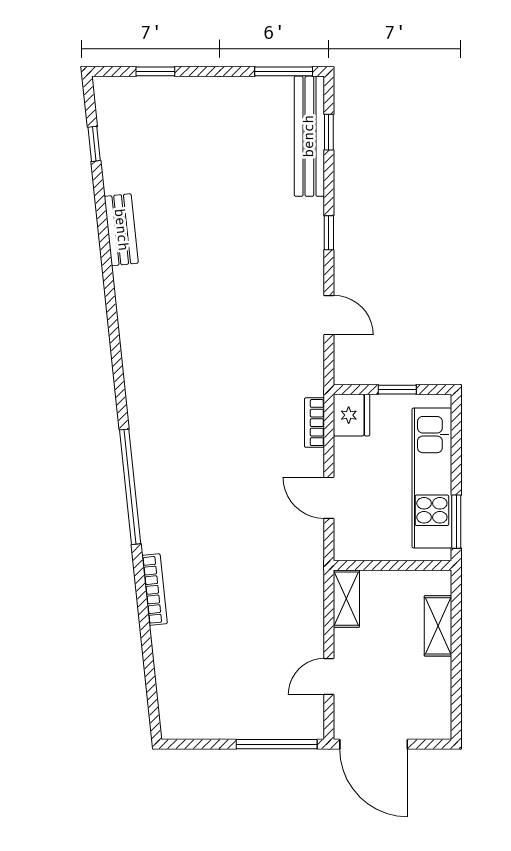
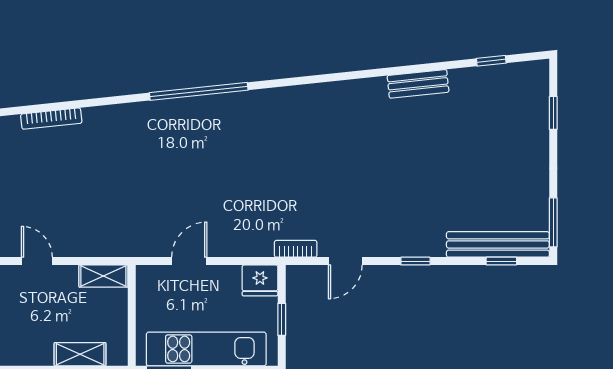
bookcase: (314, 423) -> (296, 249), moved
bookcase: (155, 590) -> (51, 119), moved

